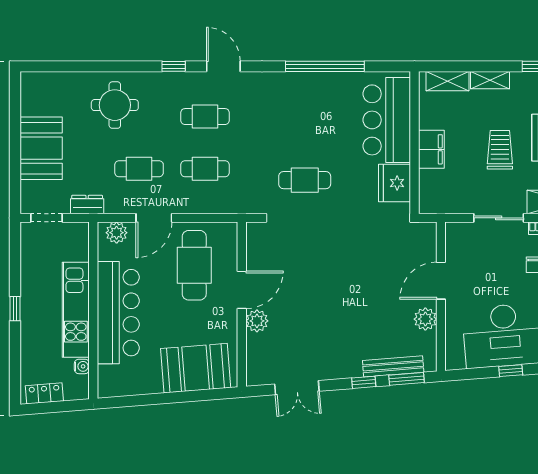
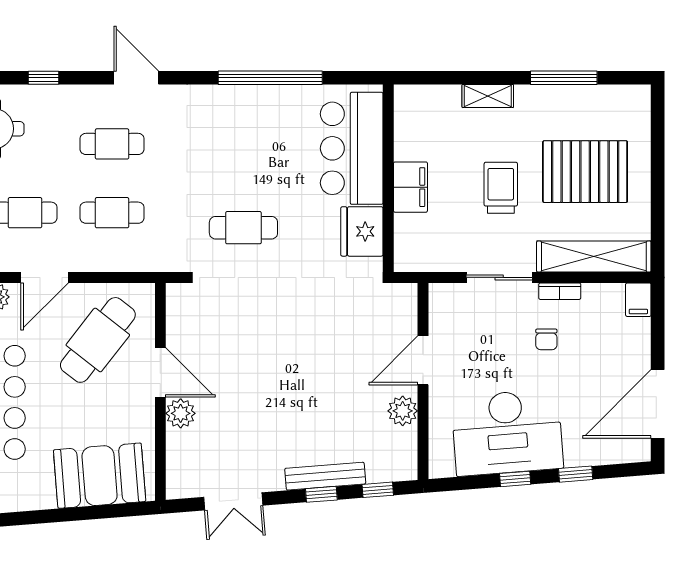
window: (174, 66) -> (44, 78), moved
shelving: (447, 81) -> (432, 97), removed
cafe table: (194, 265) -> (98, 340), turned 38
door: (242, 290) -> (160, 372), hinge flipped
bench: (393, 366) -> (325, 476), moved
window: (406, 379) -> (378, 490), width x0.67

